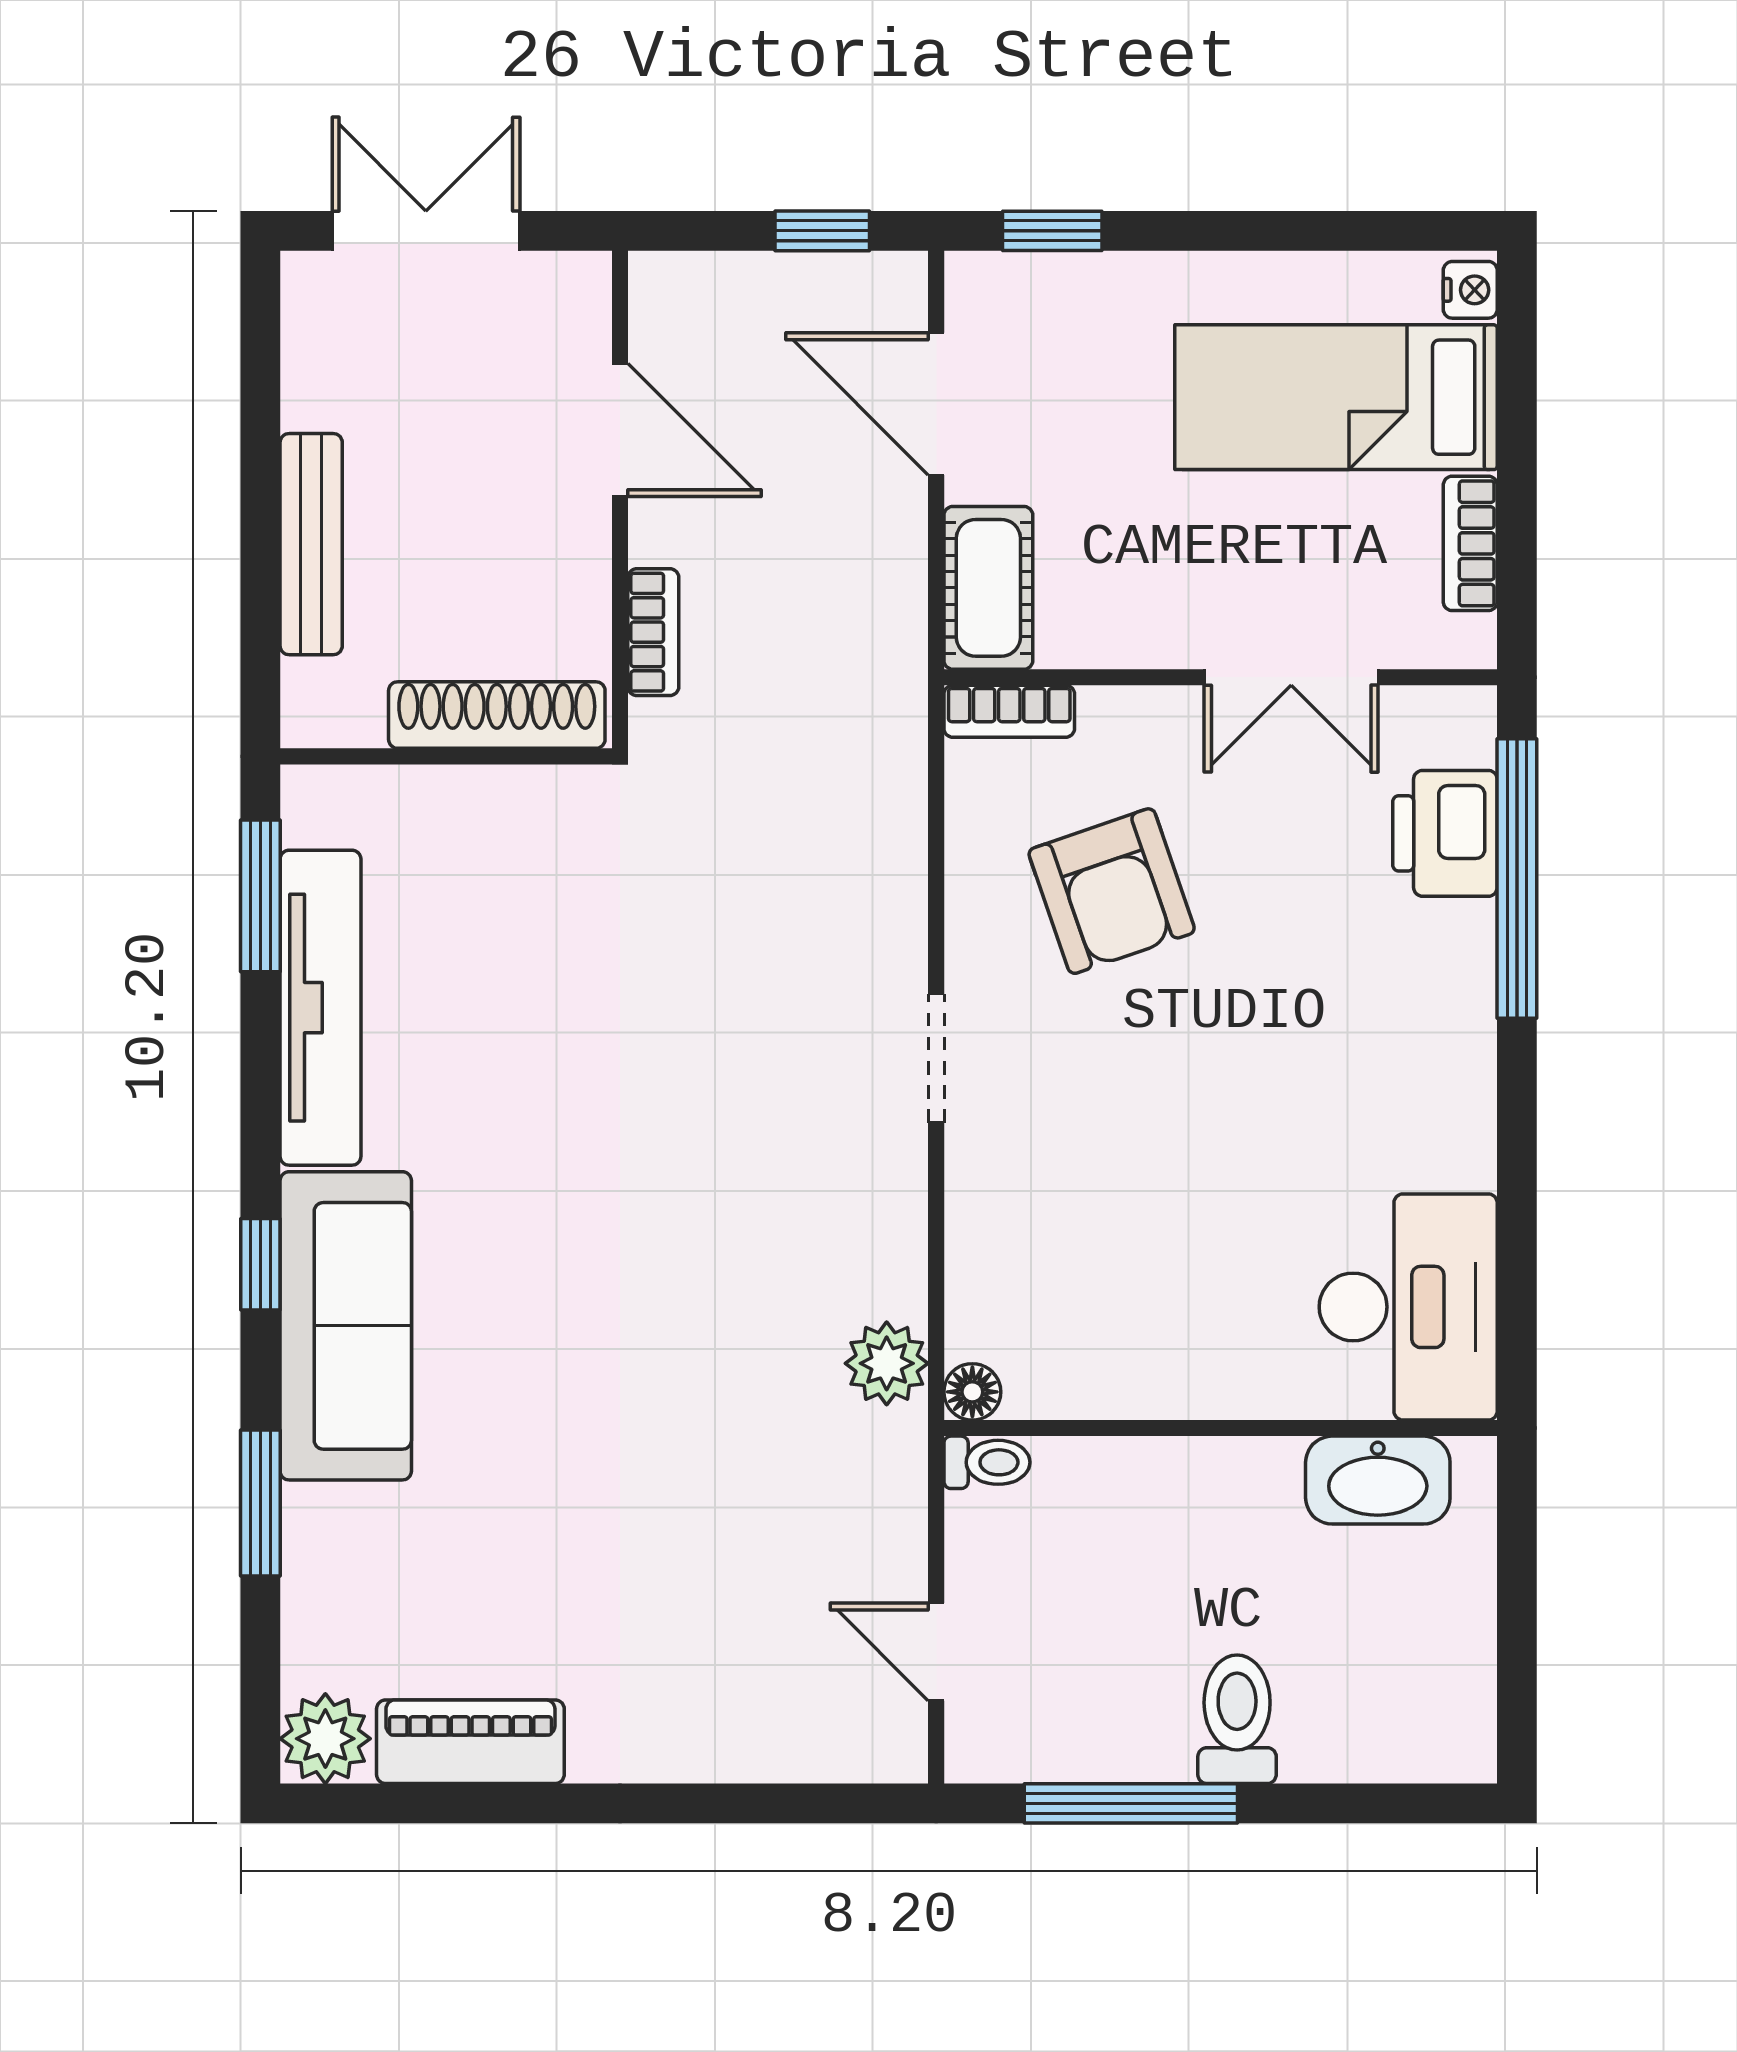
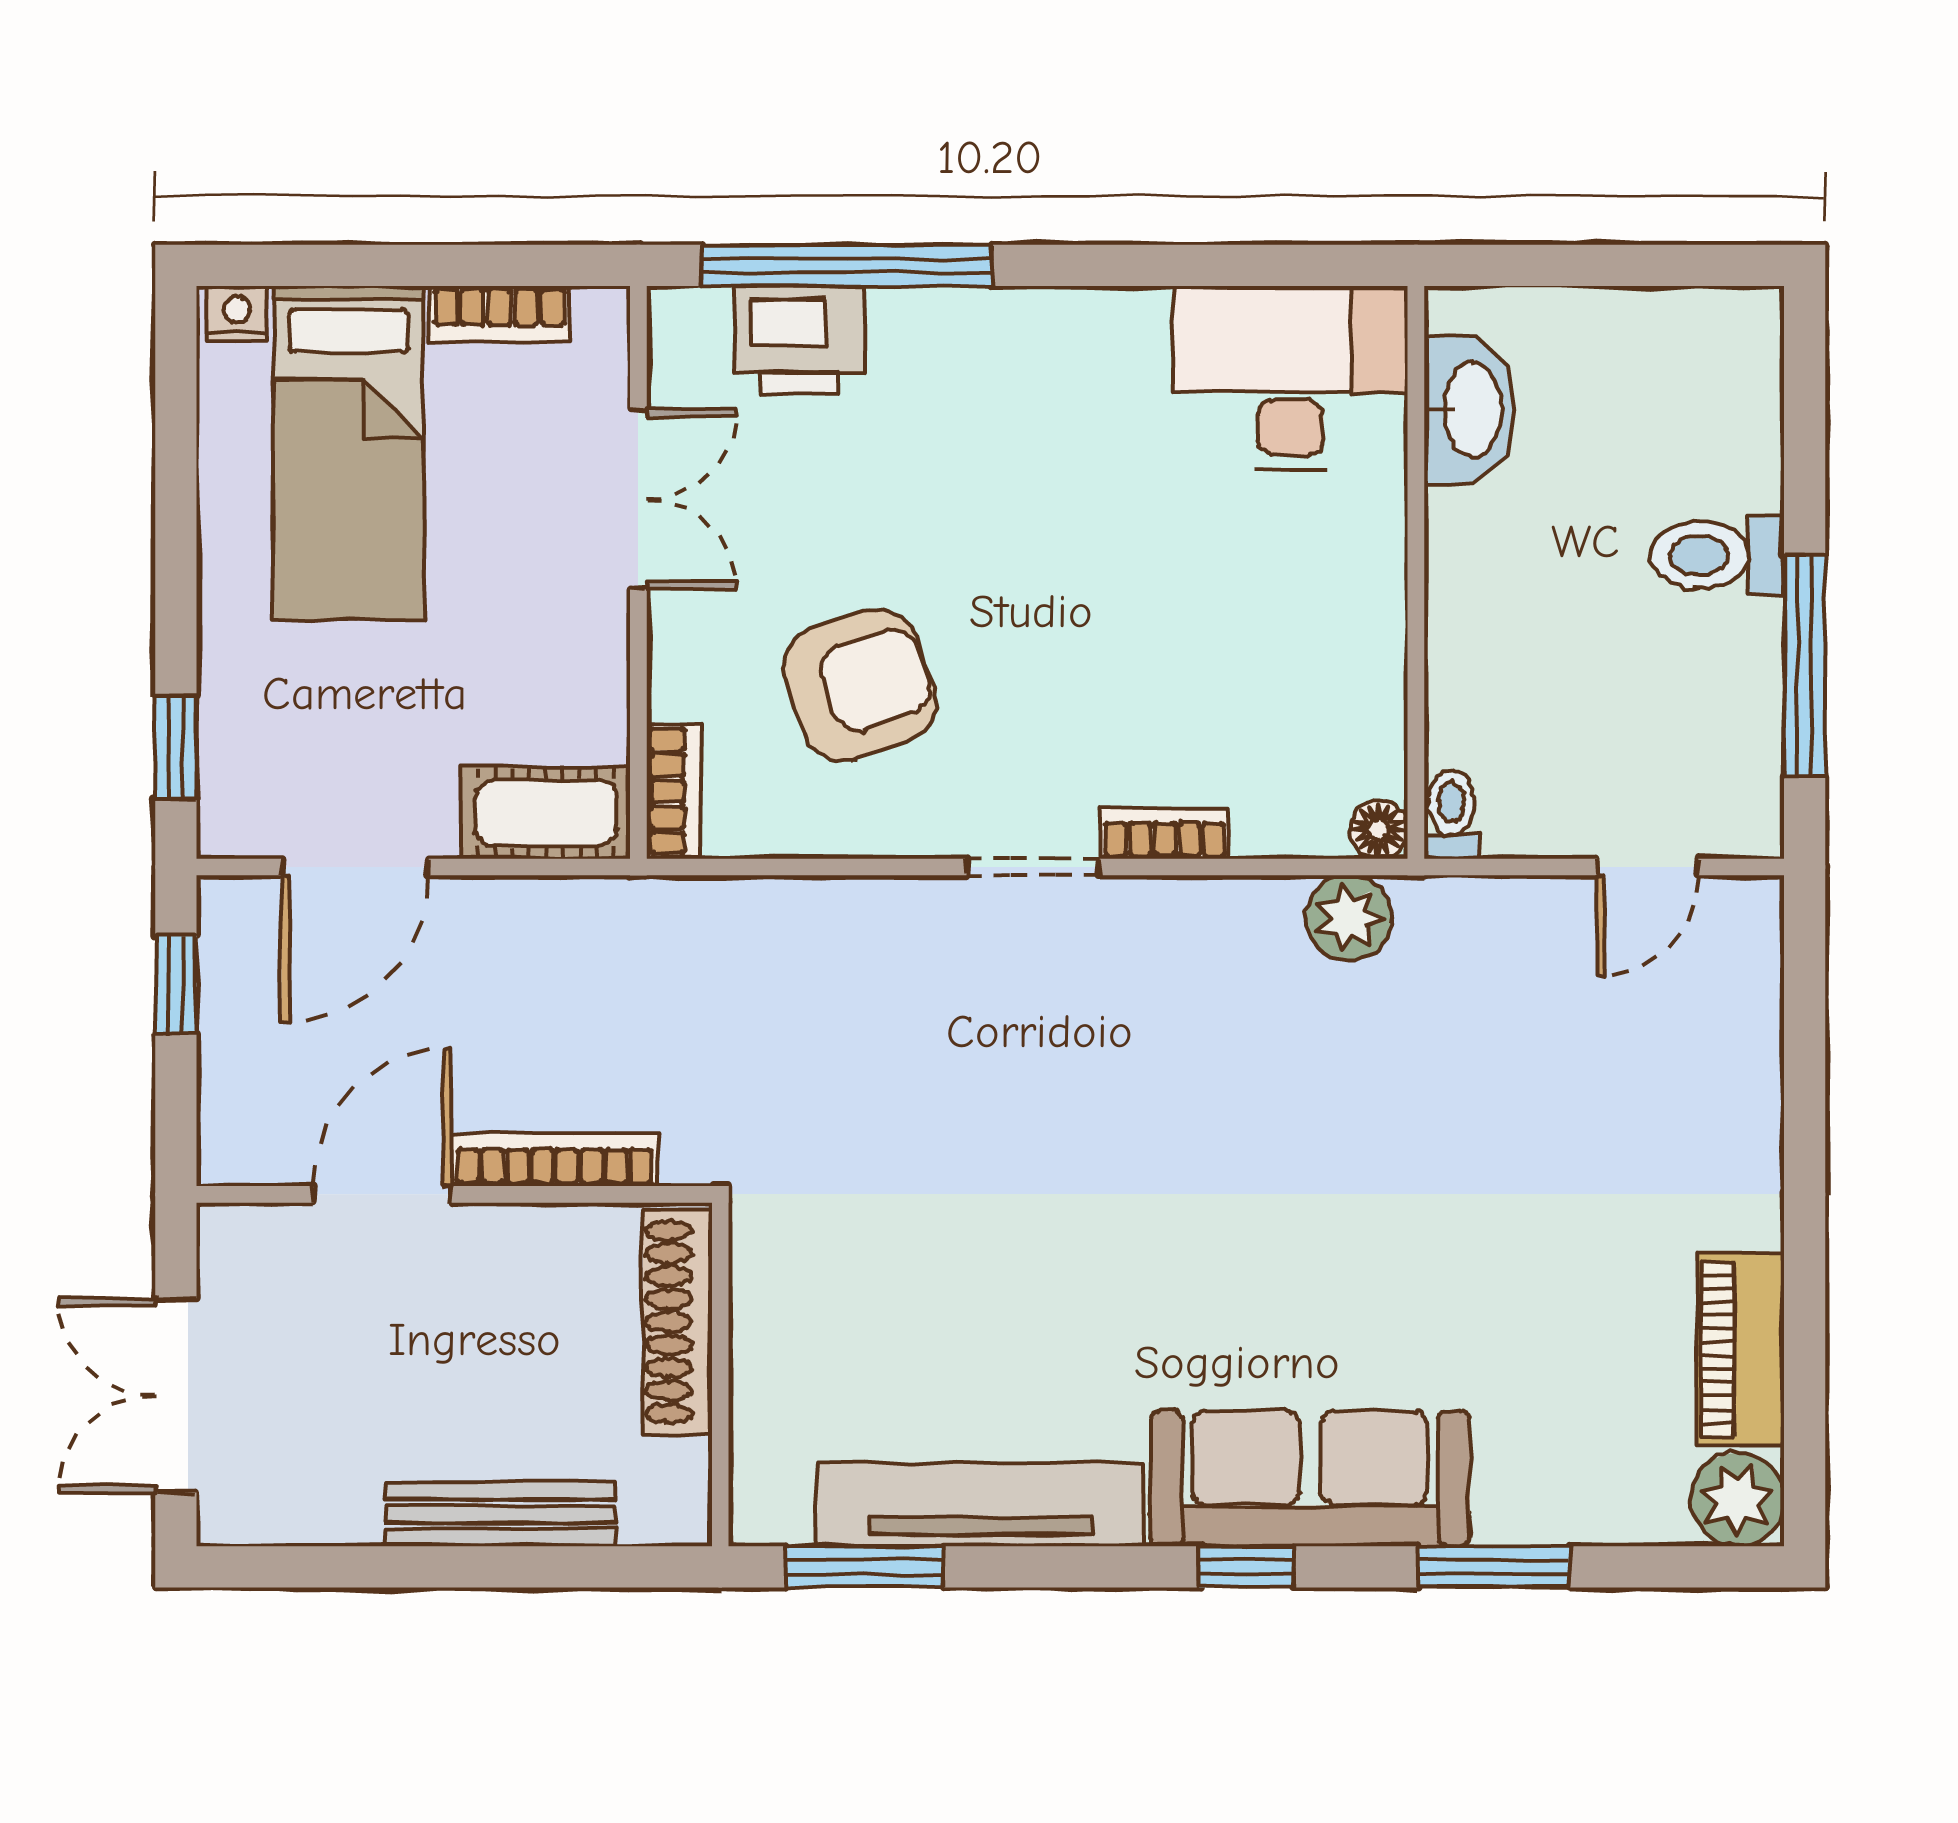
bookcase: (653, 632) -> (555, 1160), width x1.56
bookcase: (969, 1186) -> (1165, 833), added

